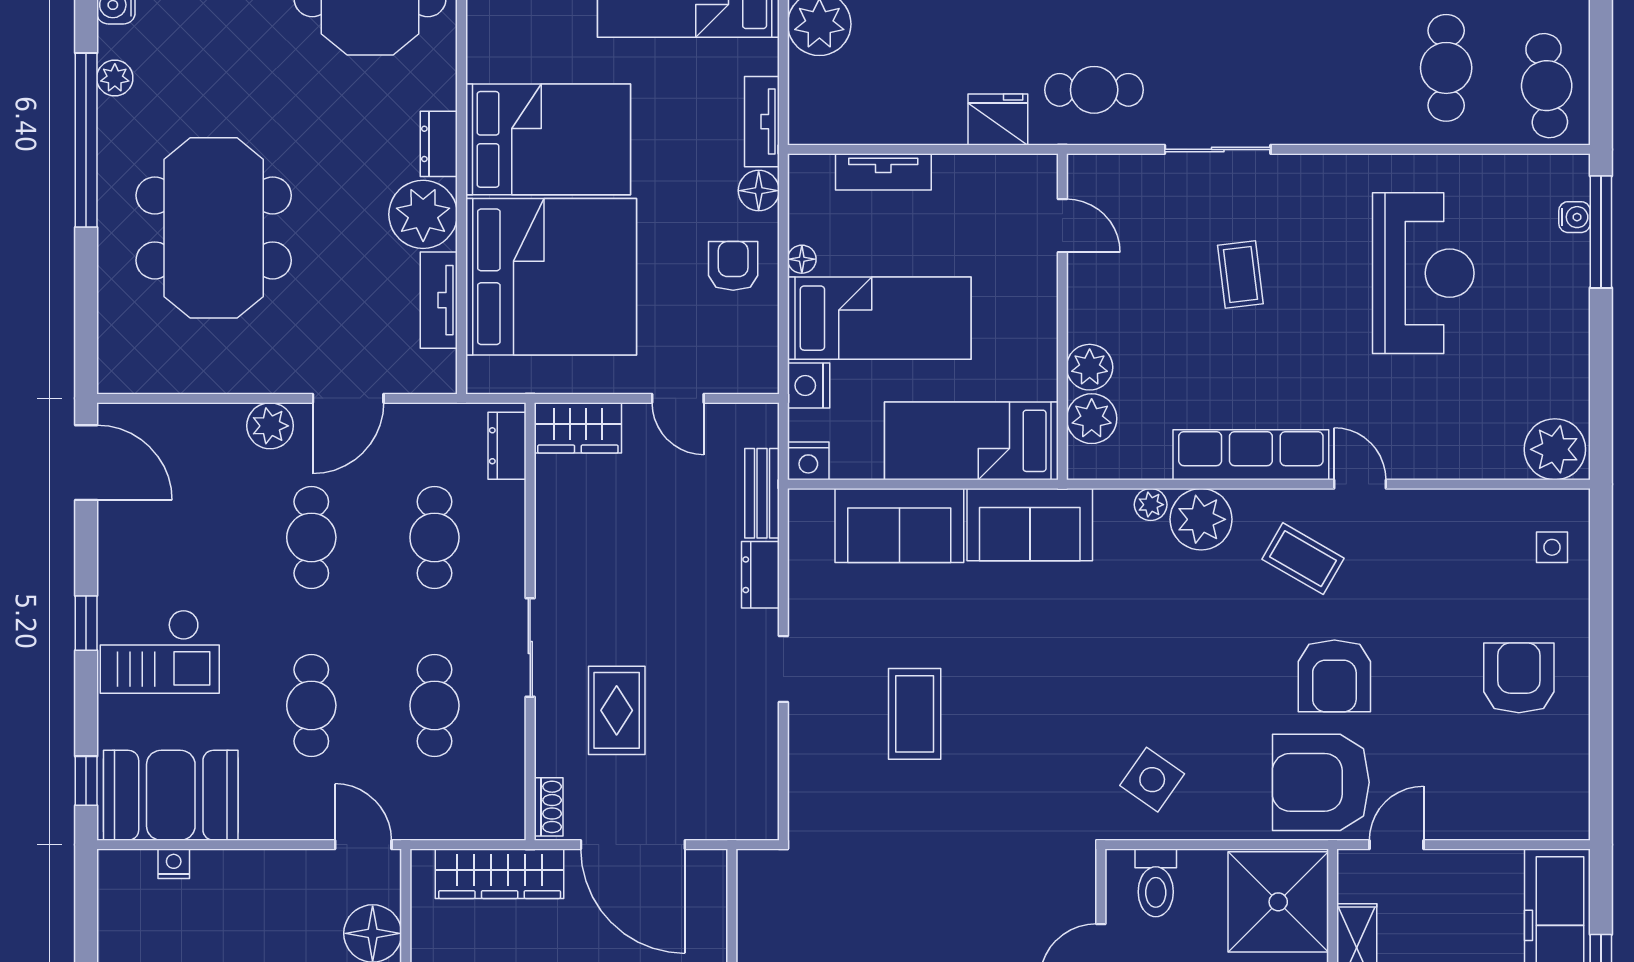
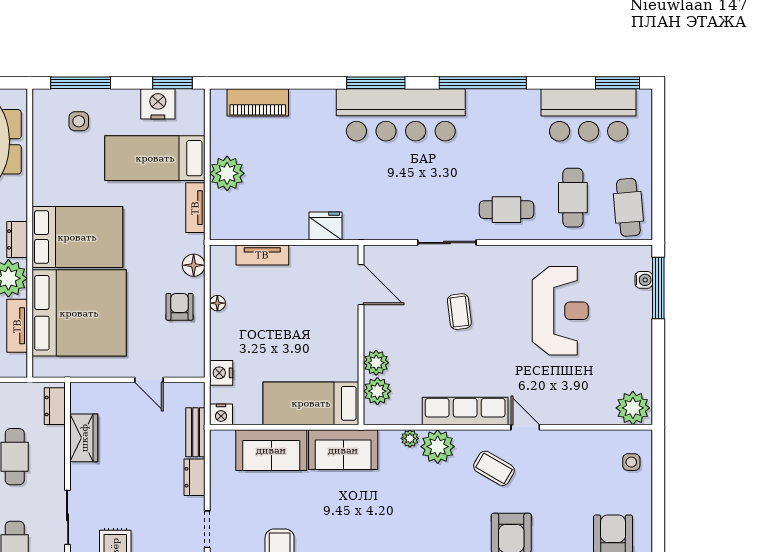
cafe table: (1094, 90) -> (507, 210), moved
tv unit: (762, 122) -> (195, 208), moved
door: (1062, 226) -> (361, 285), width x1.38
bed: (879, 318) -> (260, 336), removed
wardrobe: (578, 428) -> (84, 438), moved, turned -90

